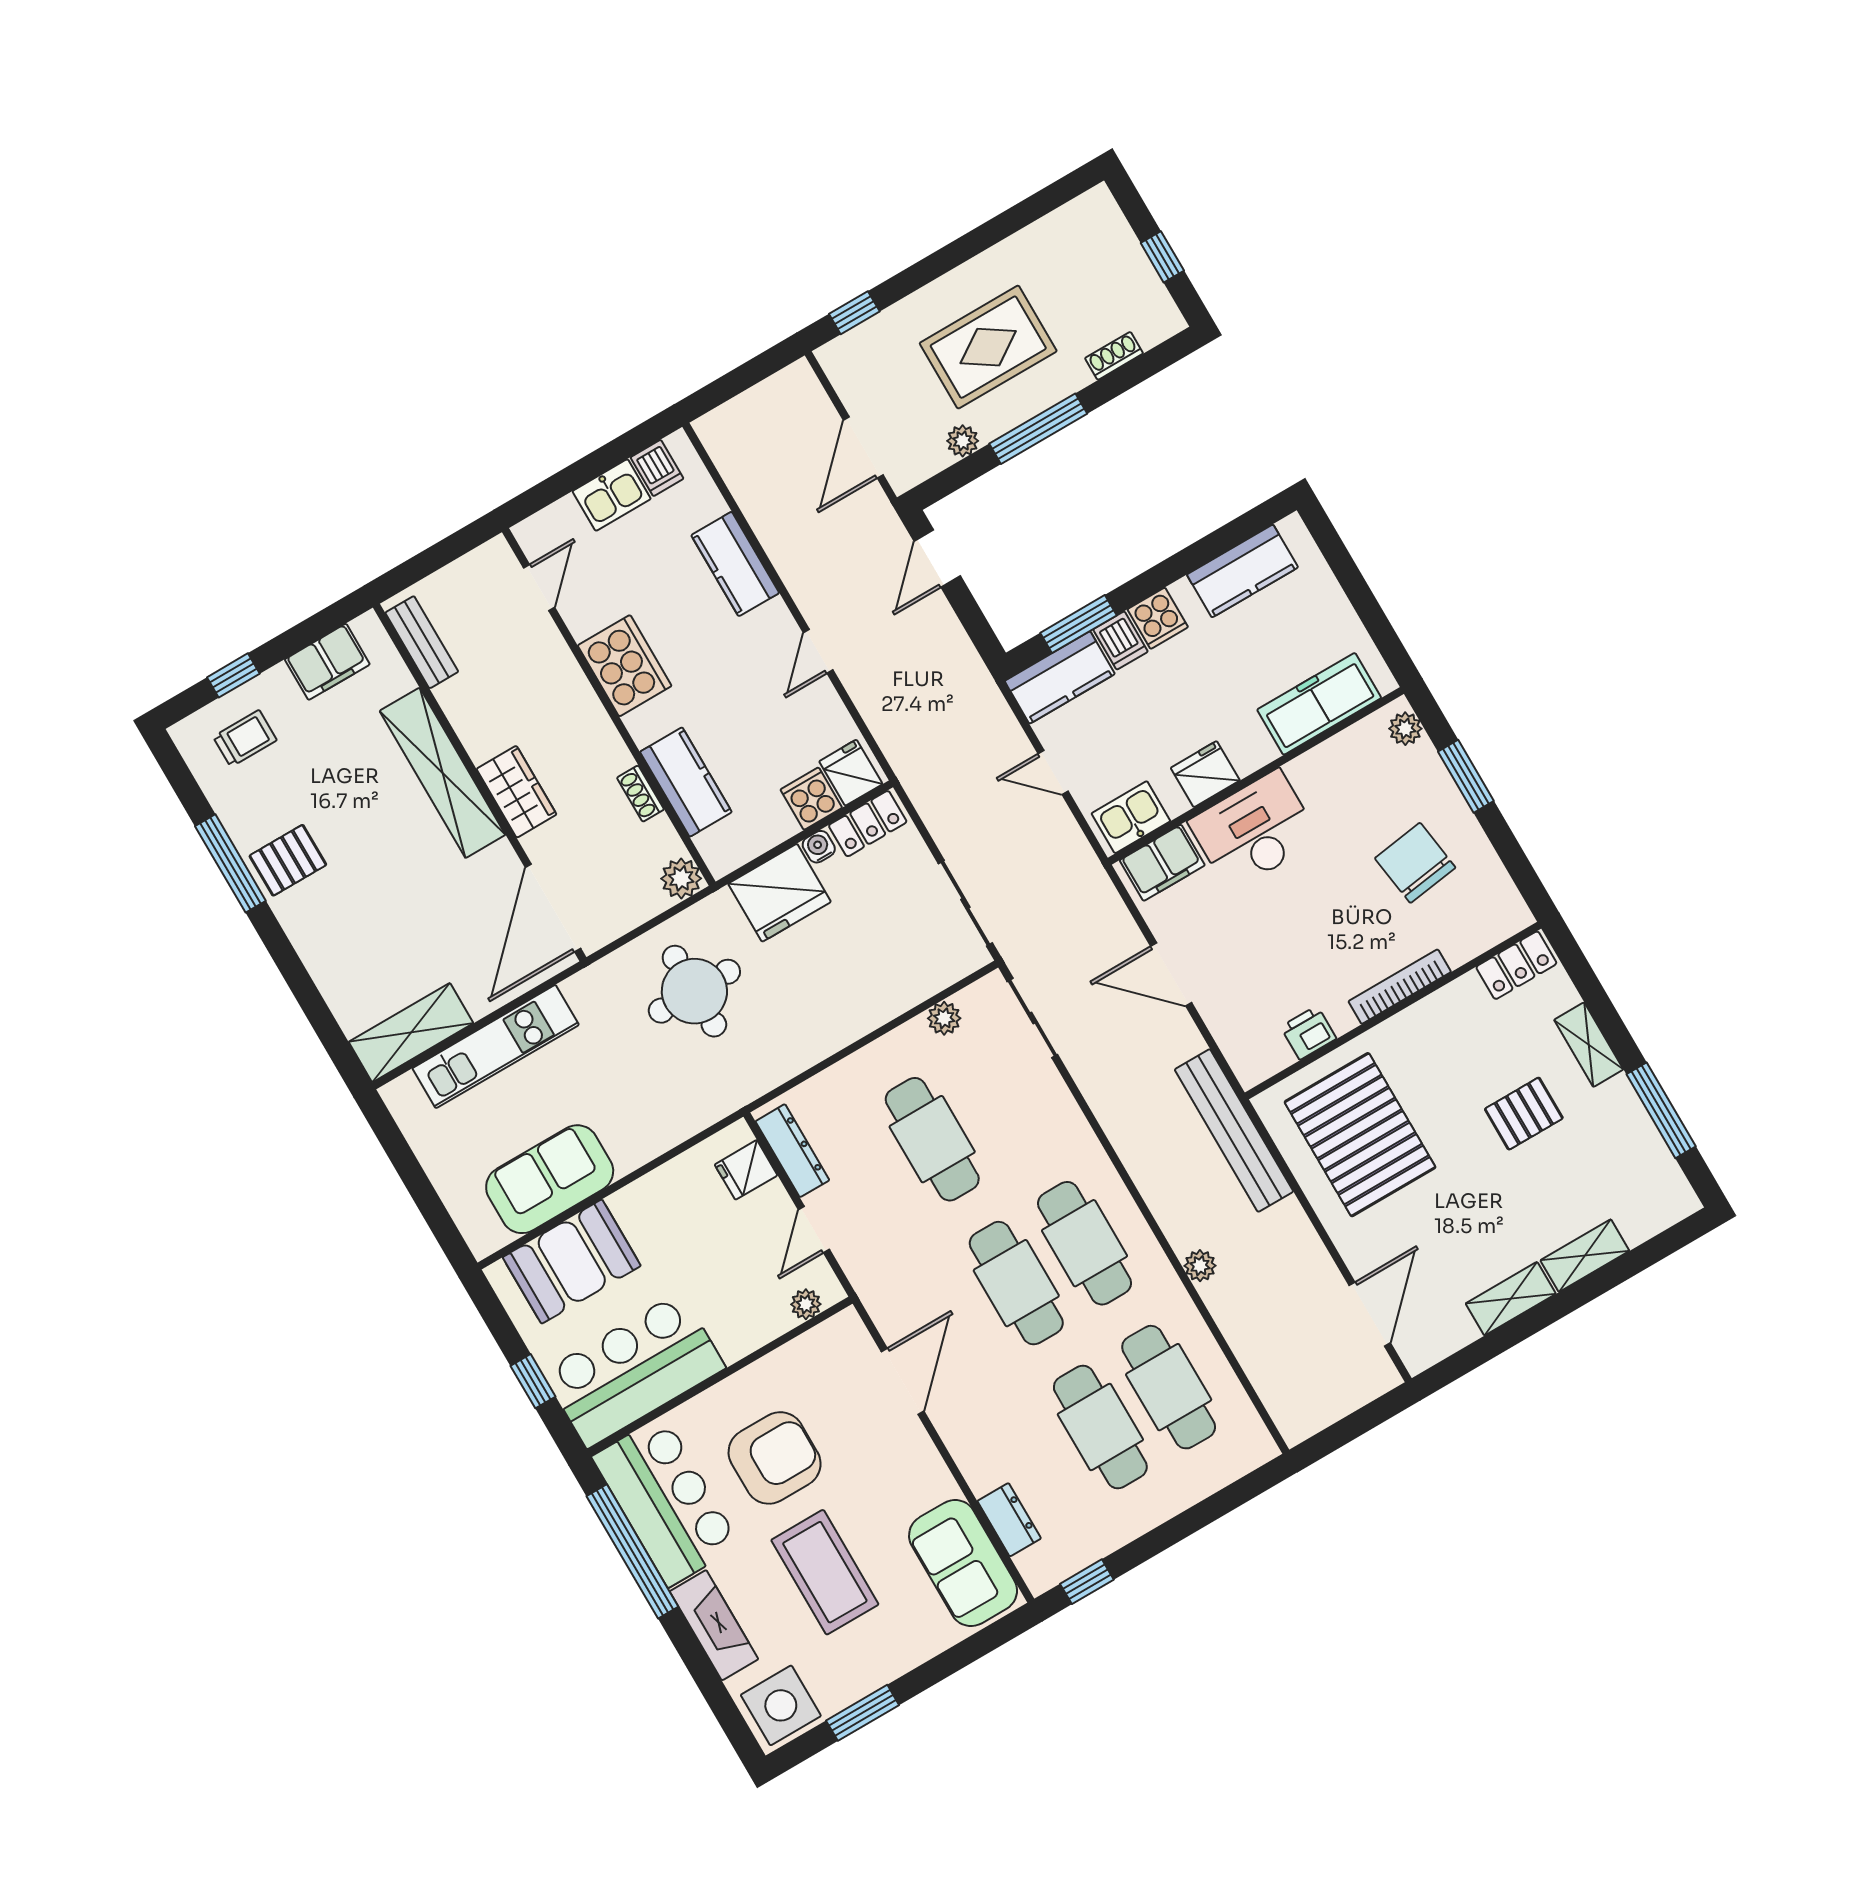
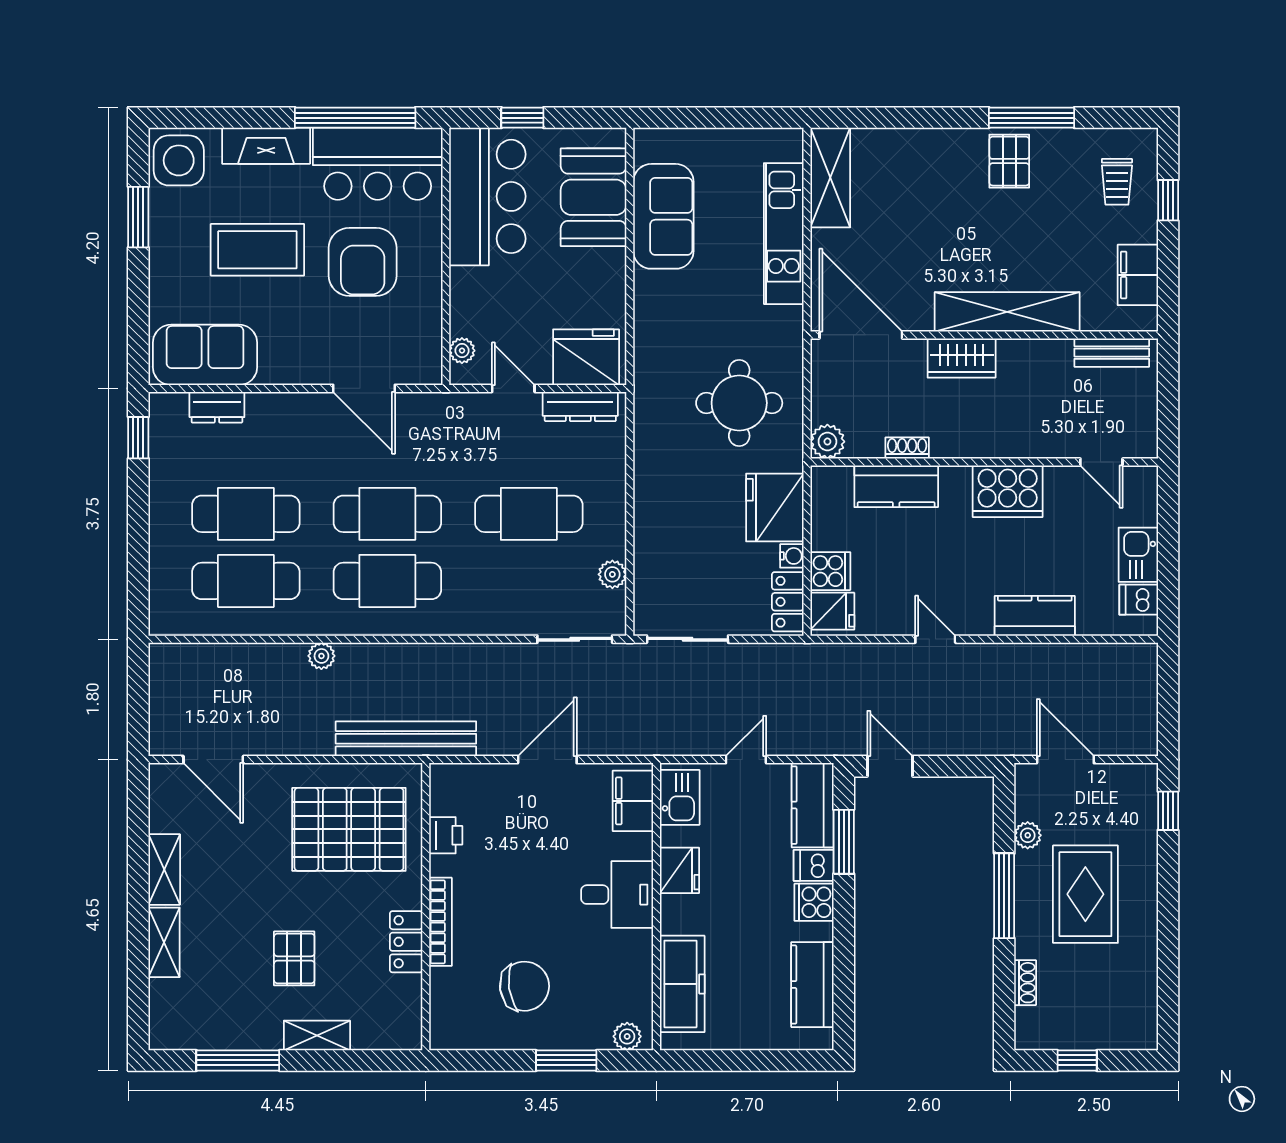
door: (937, 559) -> (890, 766), moved
desk: (1254, 831) -> (617, 895), width x0.73
locker: (1516, 965) -> (406, 942), moved
fridge: (746, 1170) -> (586, 357), width x1.88, depth x1.34

